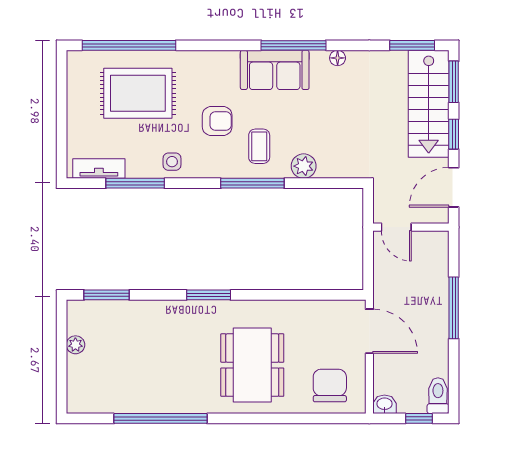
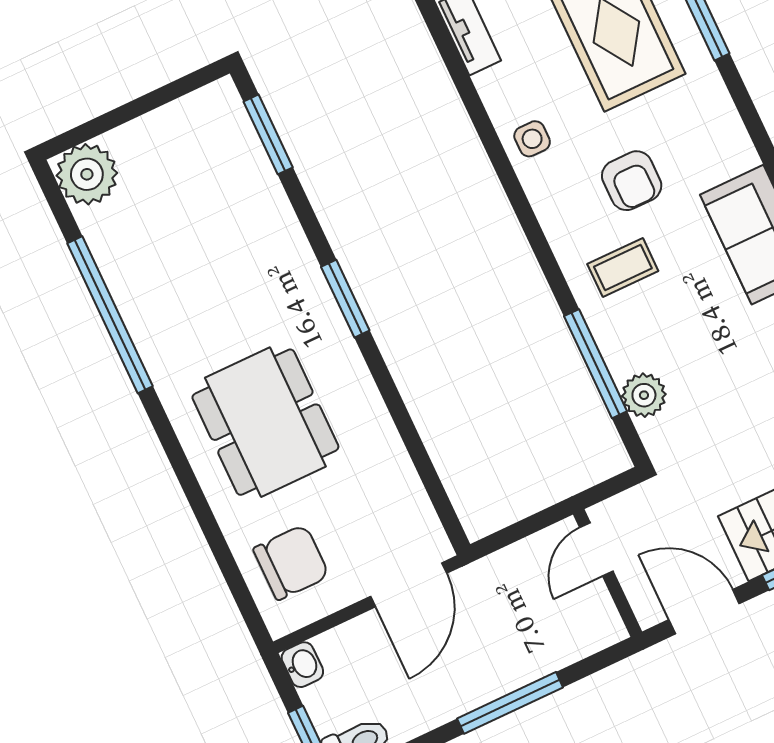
plant: (304, 166) -> (644, 395), moved
window: (135, 183) -> (469, 96), removed
window: (252, 183) -> (595, 364), moved
plant: (75, 345) -> (87, 174), moved, width x1.87, depth x1.87
dining table: (252, 365) -> (265, 422), turned 90

